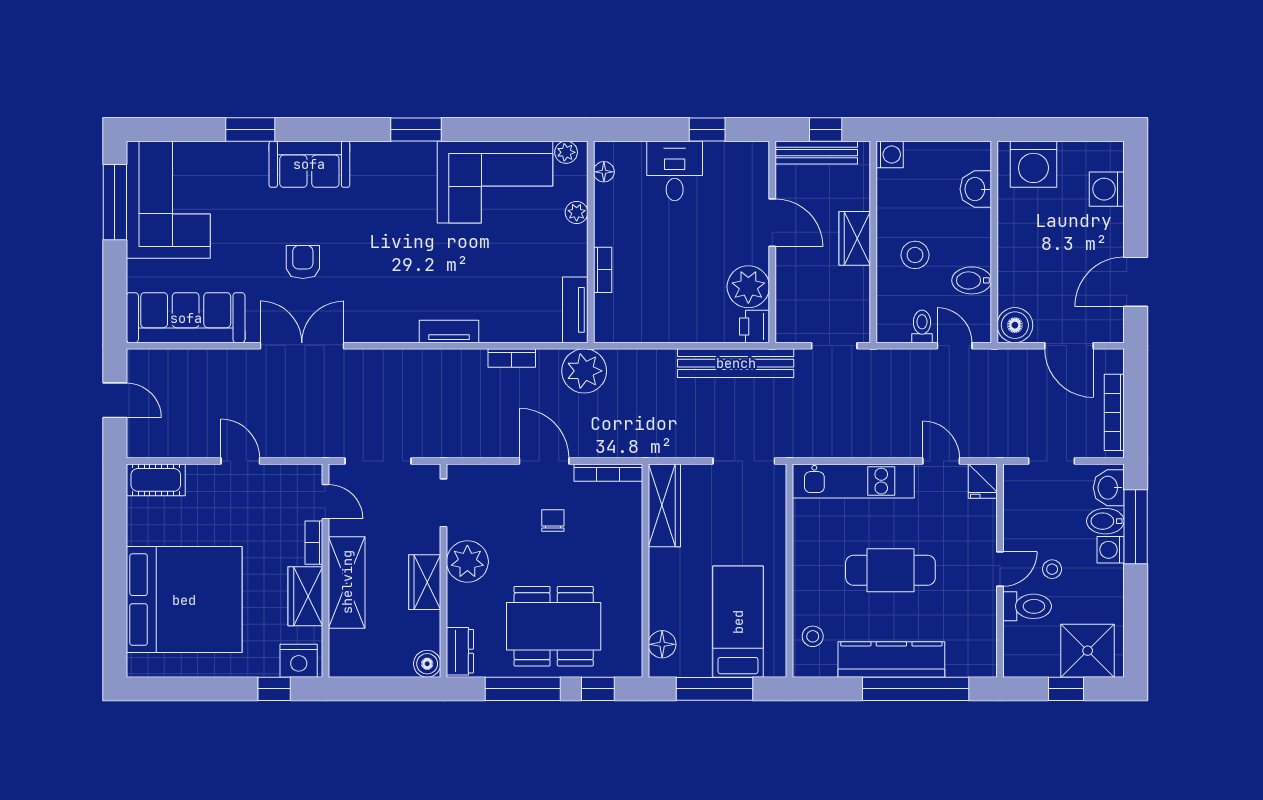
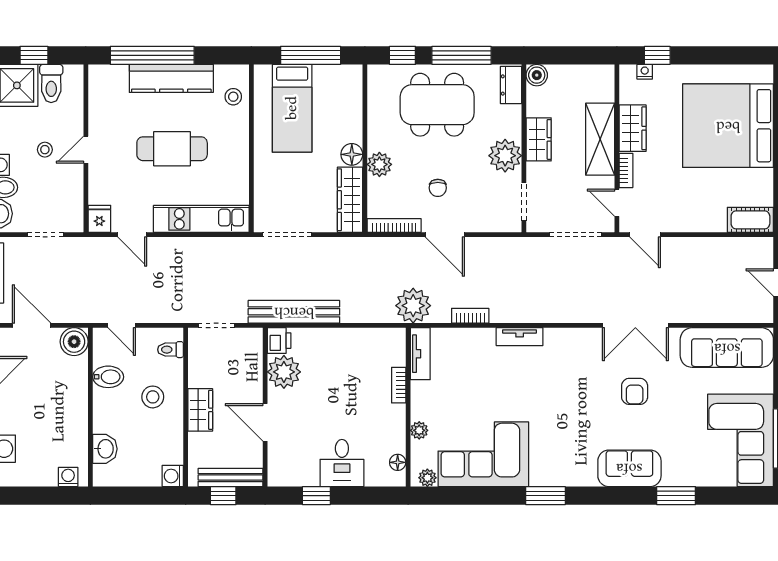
washing machine: (1033, 164) -> (68, 477), width x0.53, depth x0.53
toilet: (922, 326) -> (170, 350), moved, turned 90
door: (240, 461) -> (645, 235), moved
plant: (627, 550) -> (379, 164), added
toilet: (1027, 606) -> (51, 83), moved, turned -90
floor lamp: (662, 644) -> (352, 154), moved
nightstand: (299, 661) -> (645, 72), width x0.53, depth x0.56

